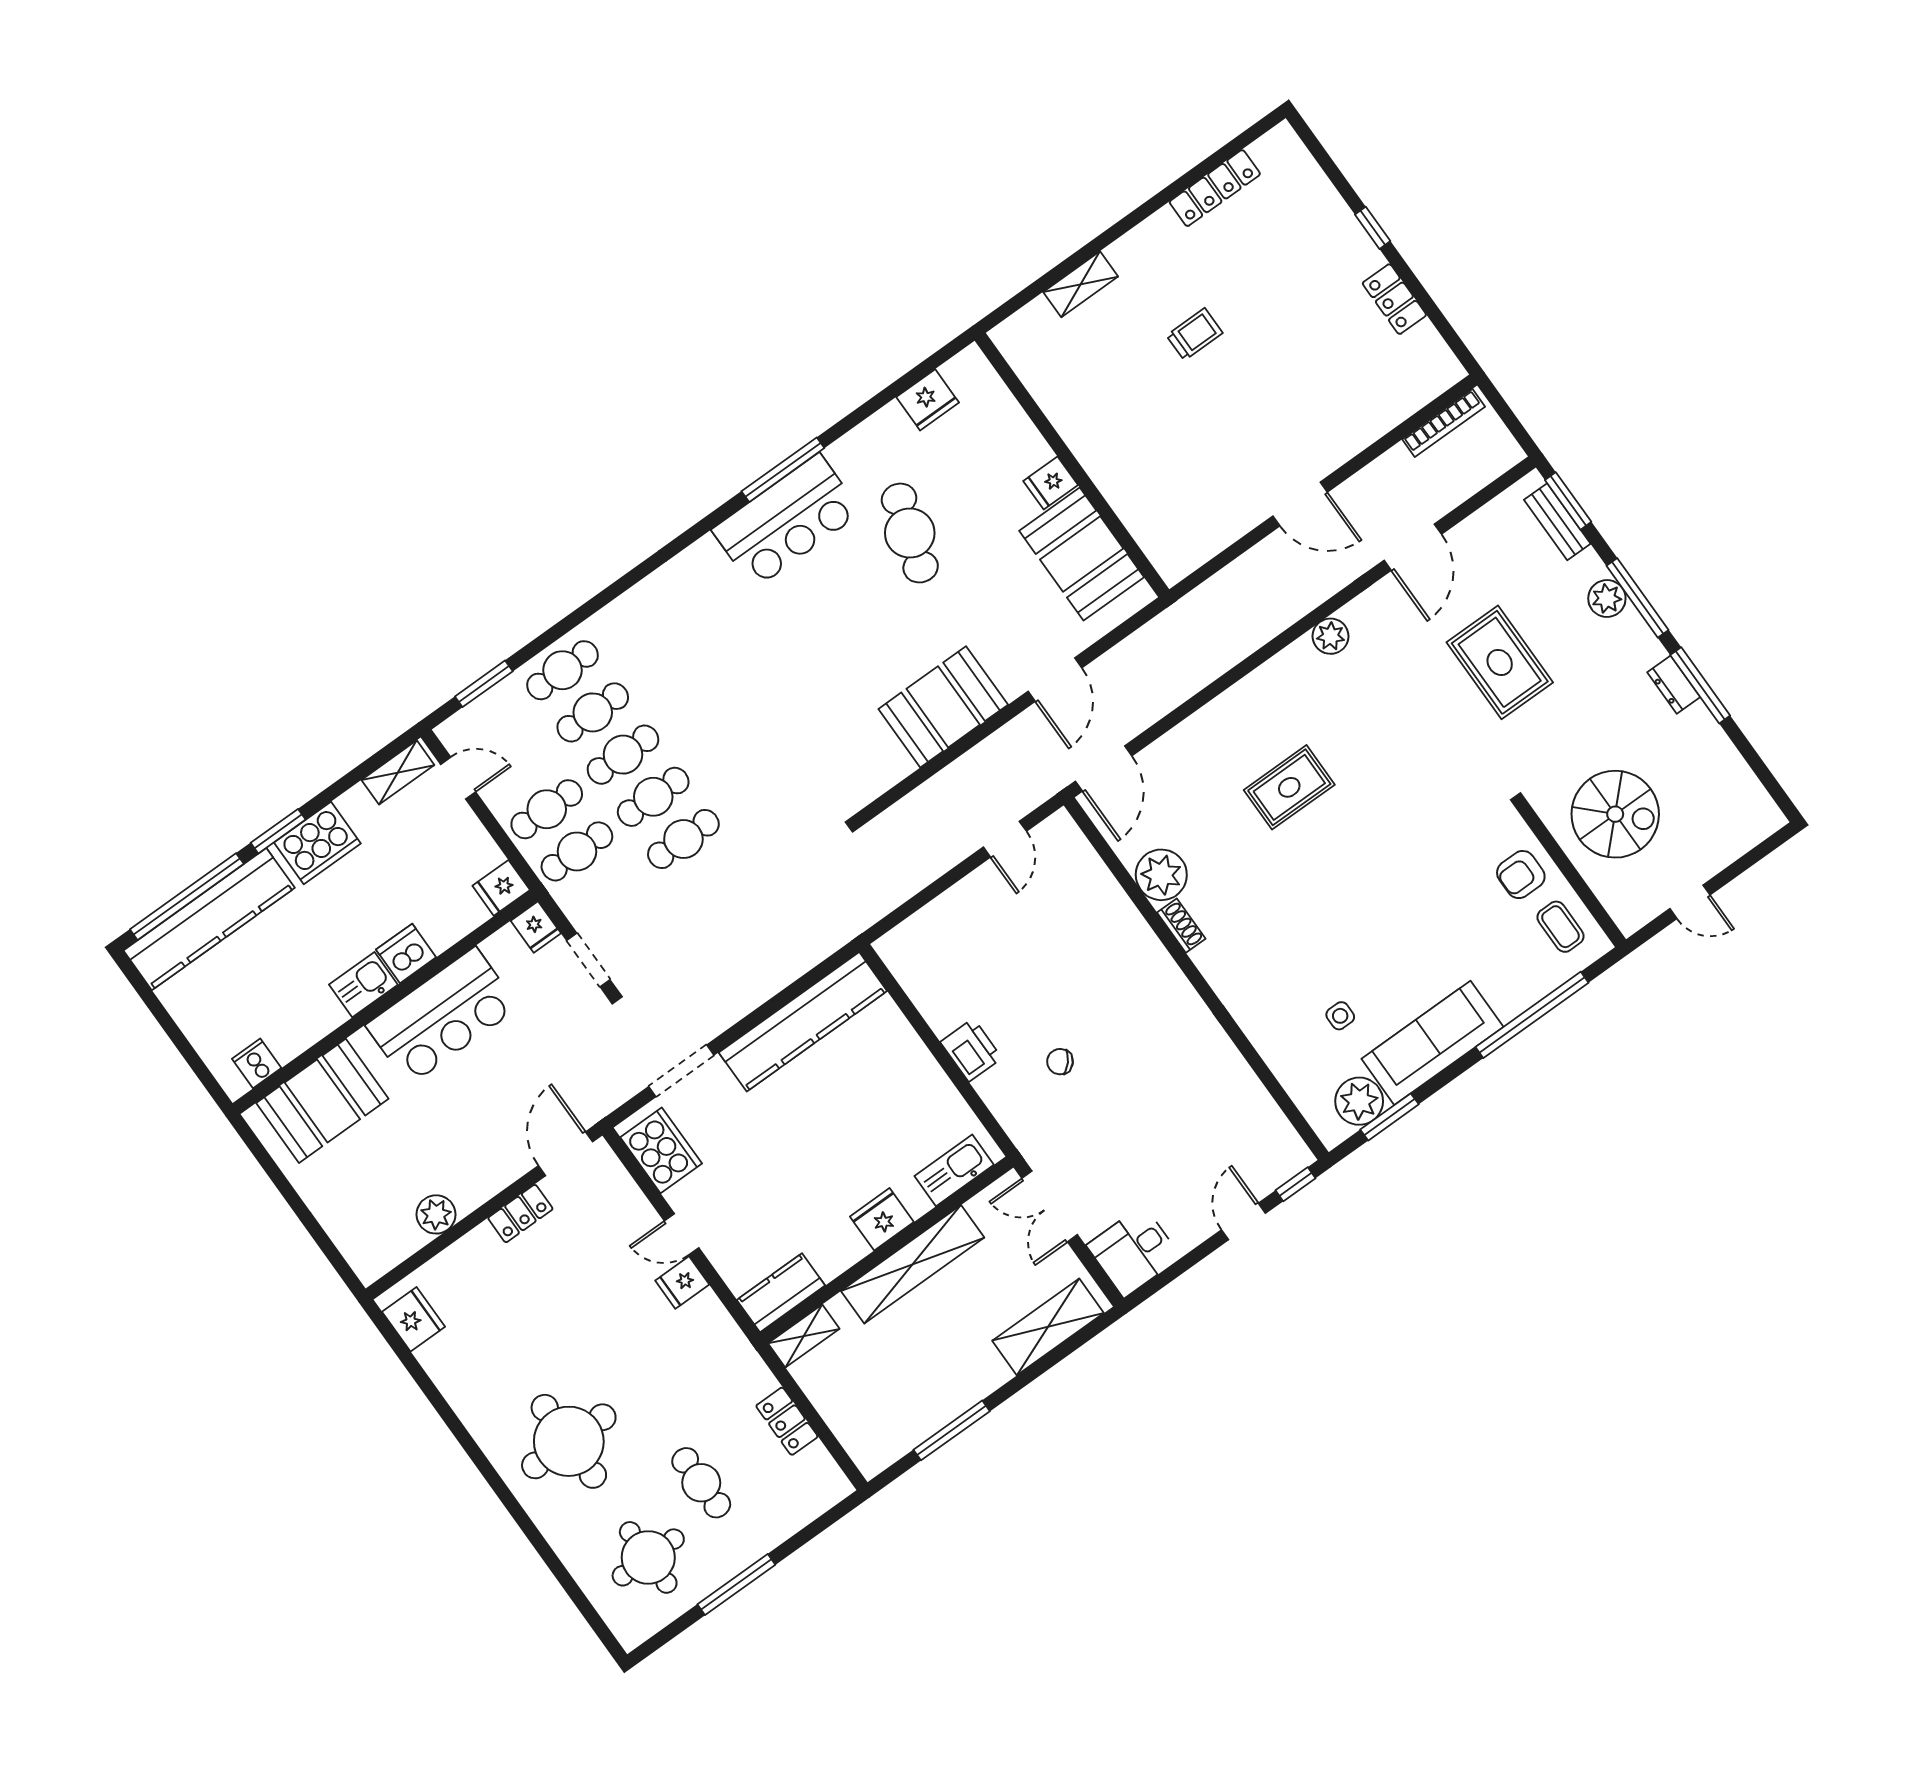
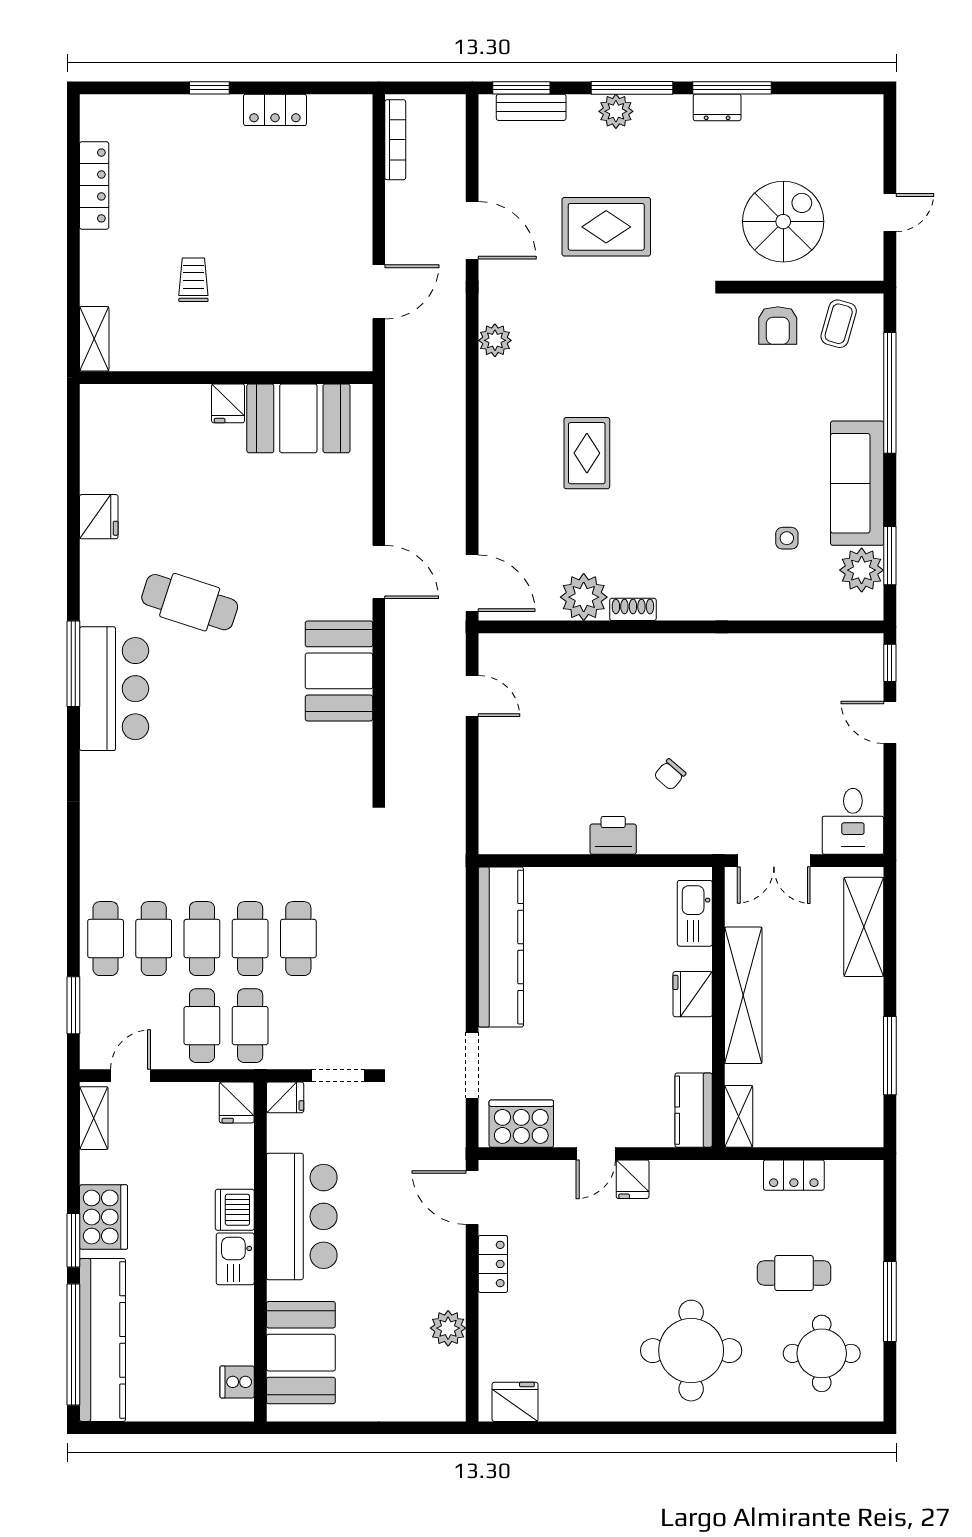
wall: (1072, 465) -> (226, 378), moved
fridge: (1051, 483) -> (228, 403), moved
booth: (1082, 554) -> (298, 418), moved
coffee table: (1561, 927) -> (839, 324), turned -74

